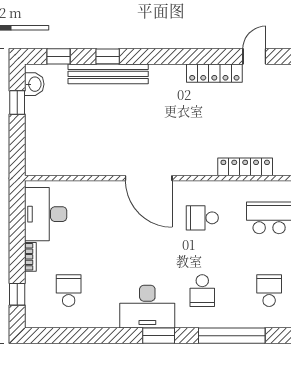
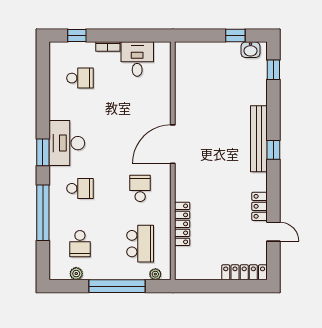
window: (108, 56) -> (273, 150), moved
locker: (214, 73) -> (260, 206), width x0.66
bench: (108, 74) -> (259, 139), moved
desk: (46, 214) -> (137, 59), width x0.73
school desk: (202, 291) -> (80, 188), turned 180
school desk: (269, 291) -> (80, 244), turned 90

